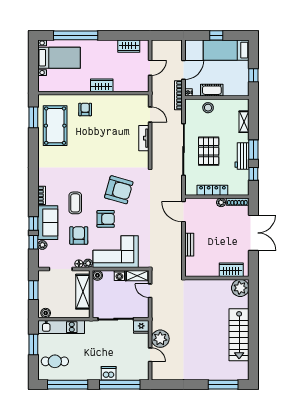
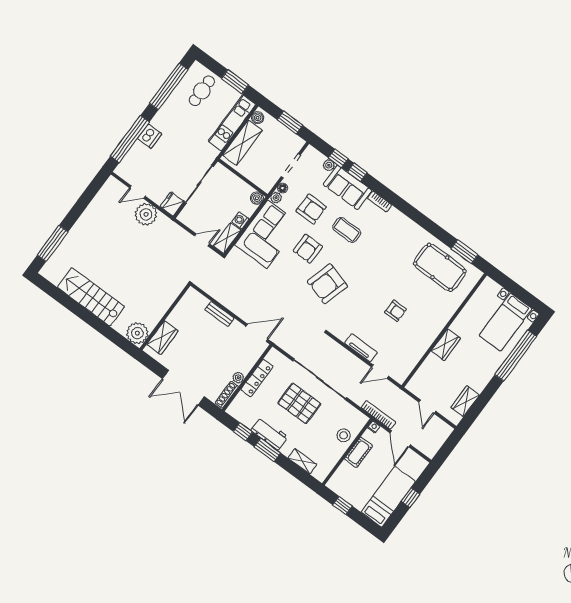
armchair: (85, 109) -> (396, 311), moved
shelving: (83, 292) -> (243, 143), moved, turned 90

